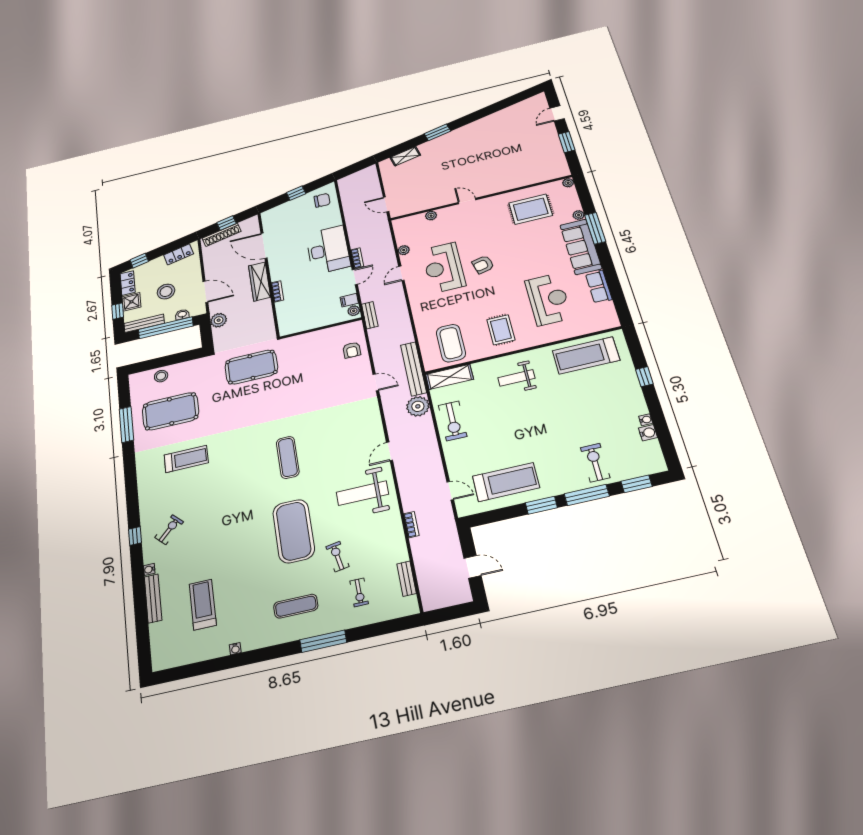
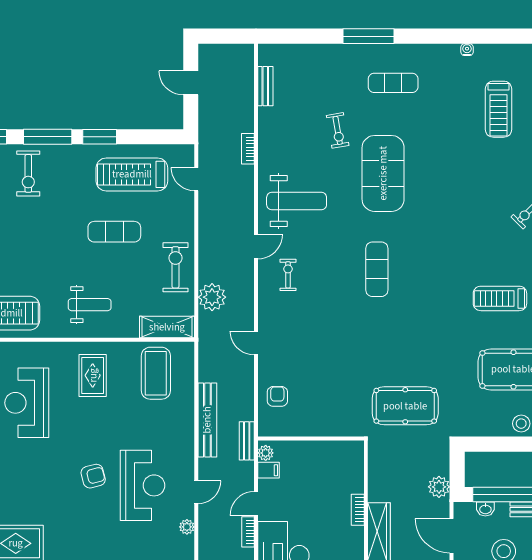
bench: (414, 369) -> (207, 420), moved
exercise mat: (510, 435) -> (114, 232), added
exercise bike: (359, 592) -> (288, 275), moved

